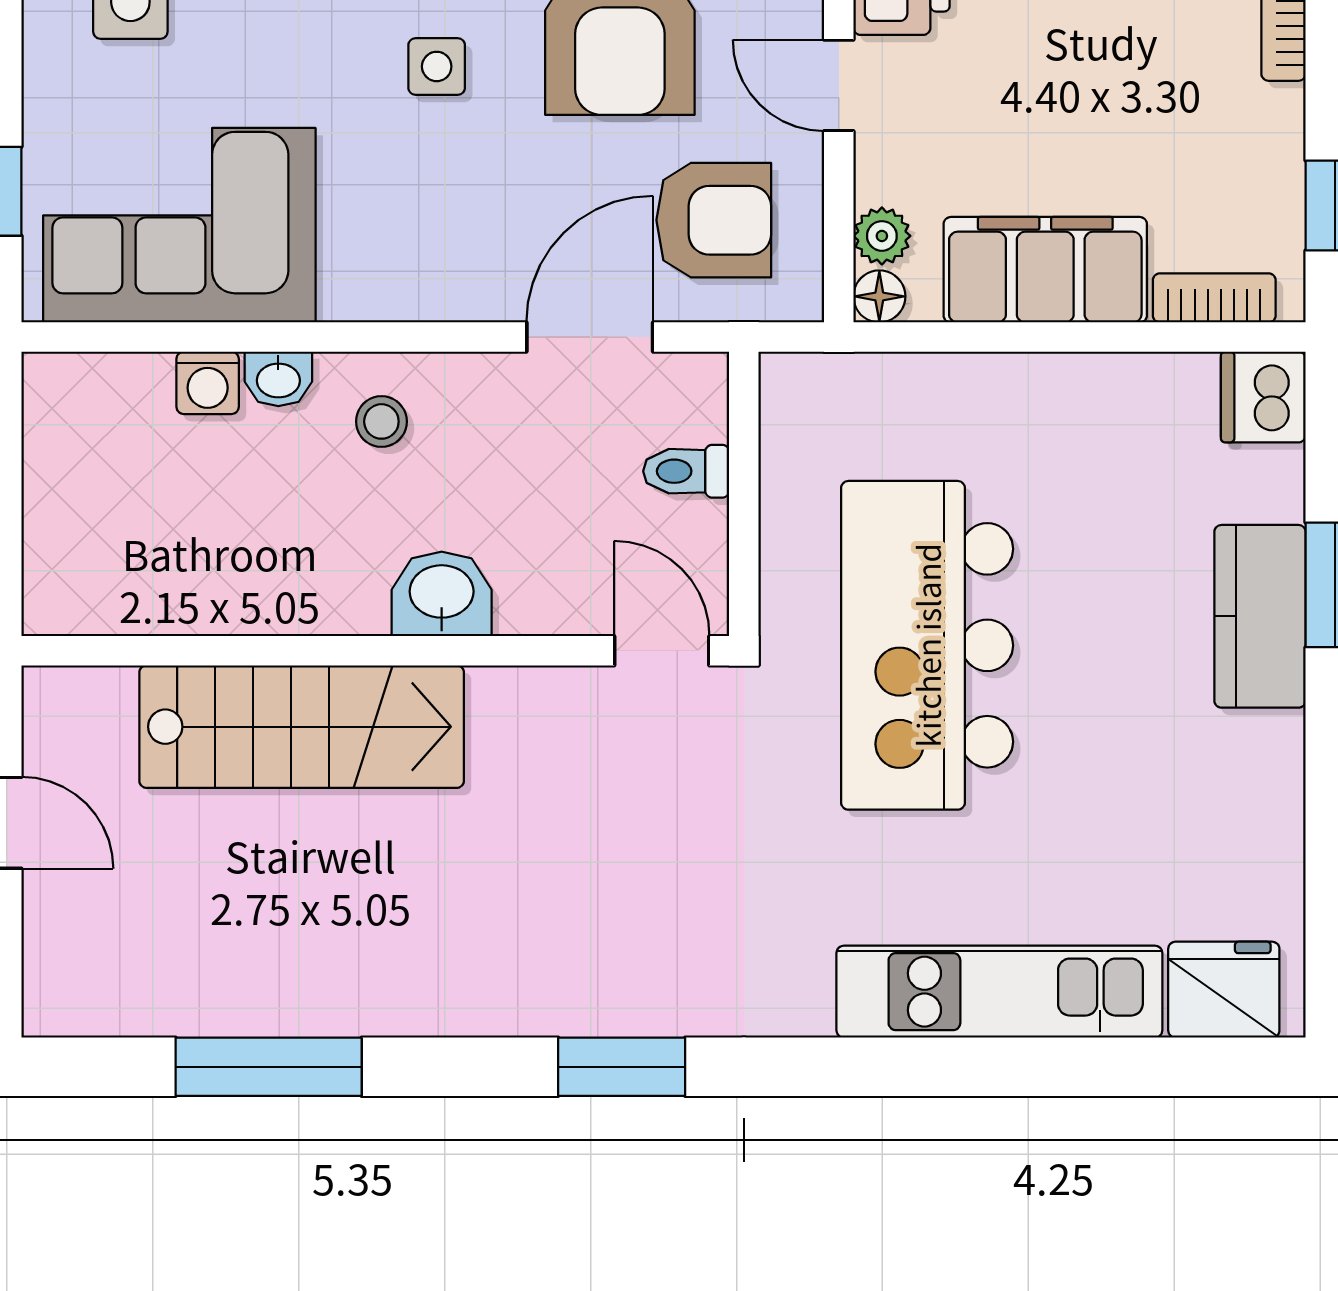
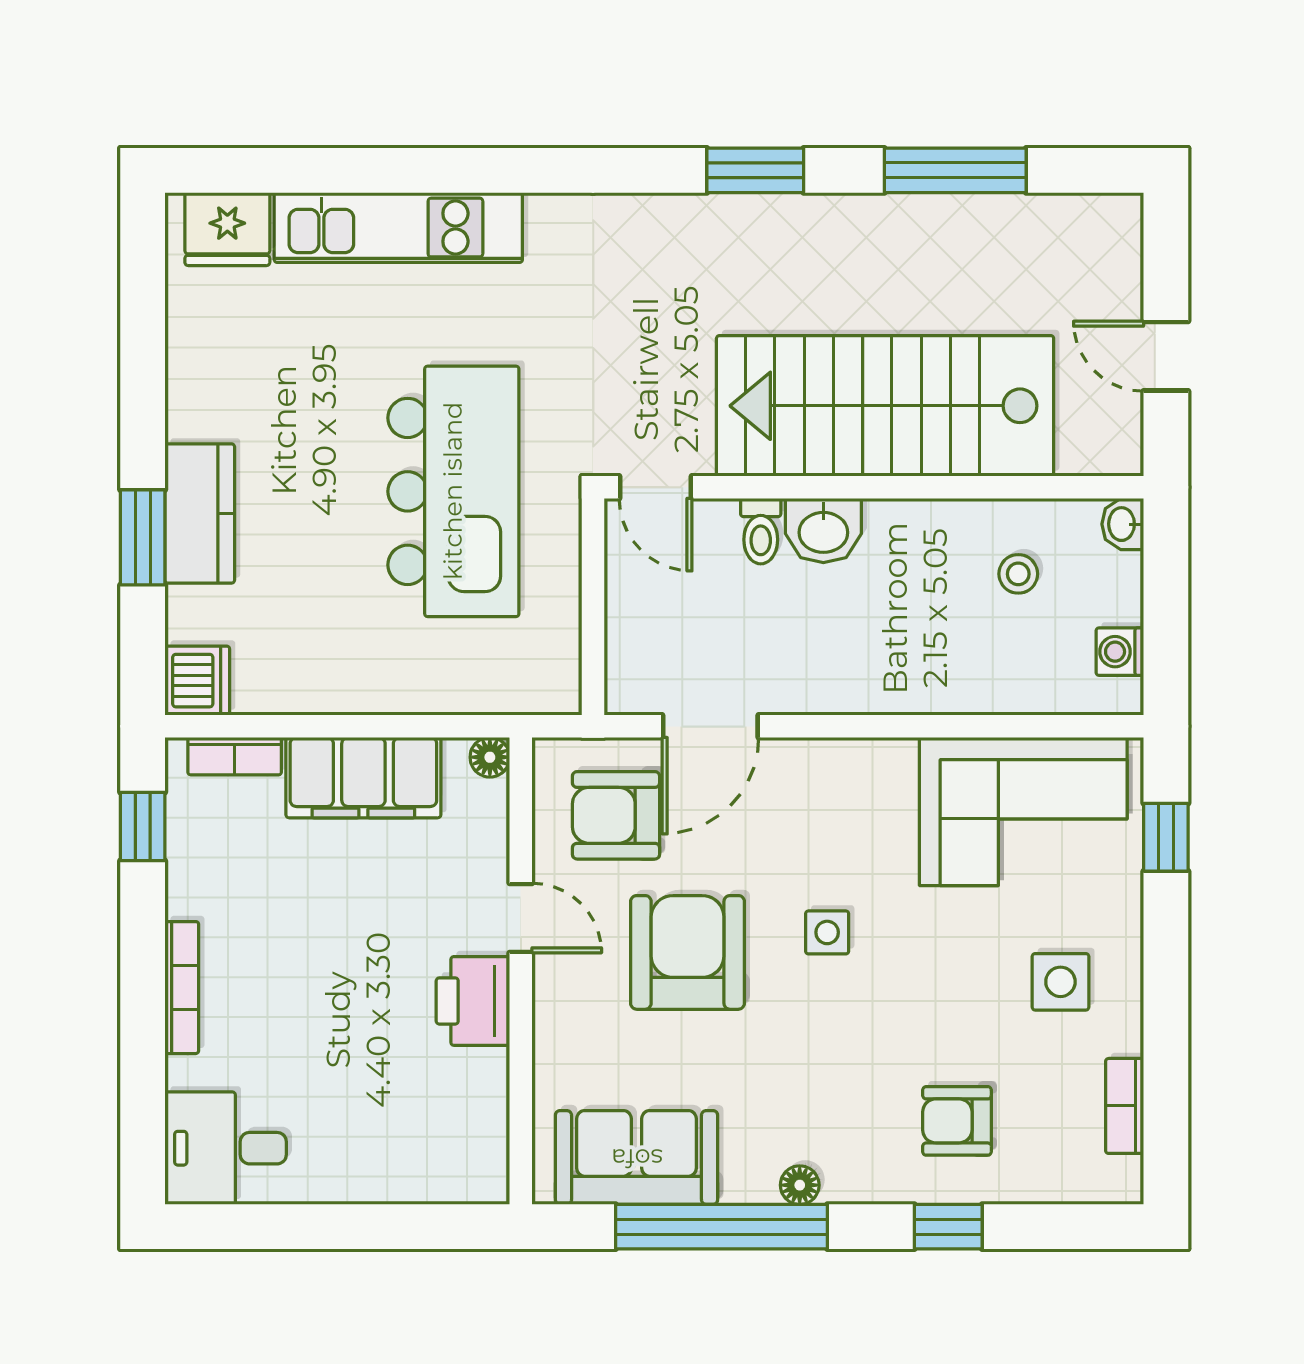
plant: (882, 236) -> (488, 803), removed
washbasin: (278, 379) -> (1123, 524), moved, turned -90
washing machine: (208, 383) -> (1120, 652), moved, turned -90
stool: (381, 421) -> (1018, 574), moved
toilet: (686, 471) -> (761, 531), moved, turned 90
stairs: (302, 727) -> (885, 406), width x1.36, depth x1.51
window: (622, 1067) -> (755, 170), moved

